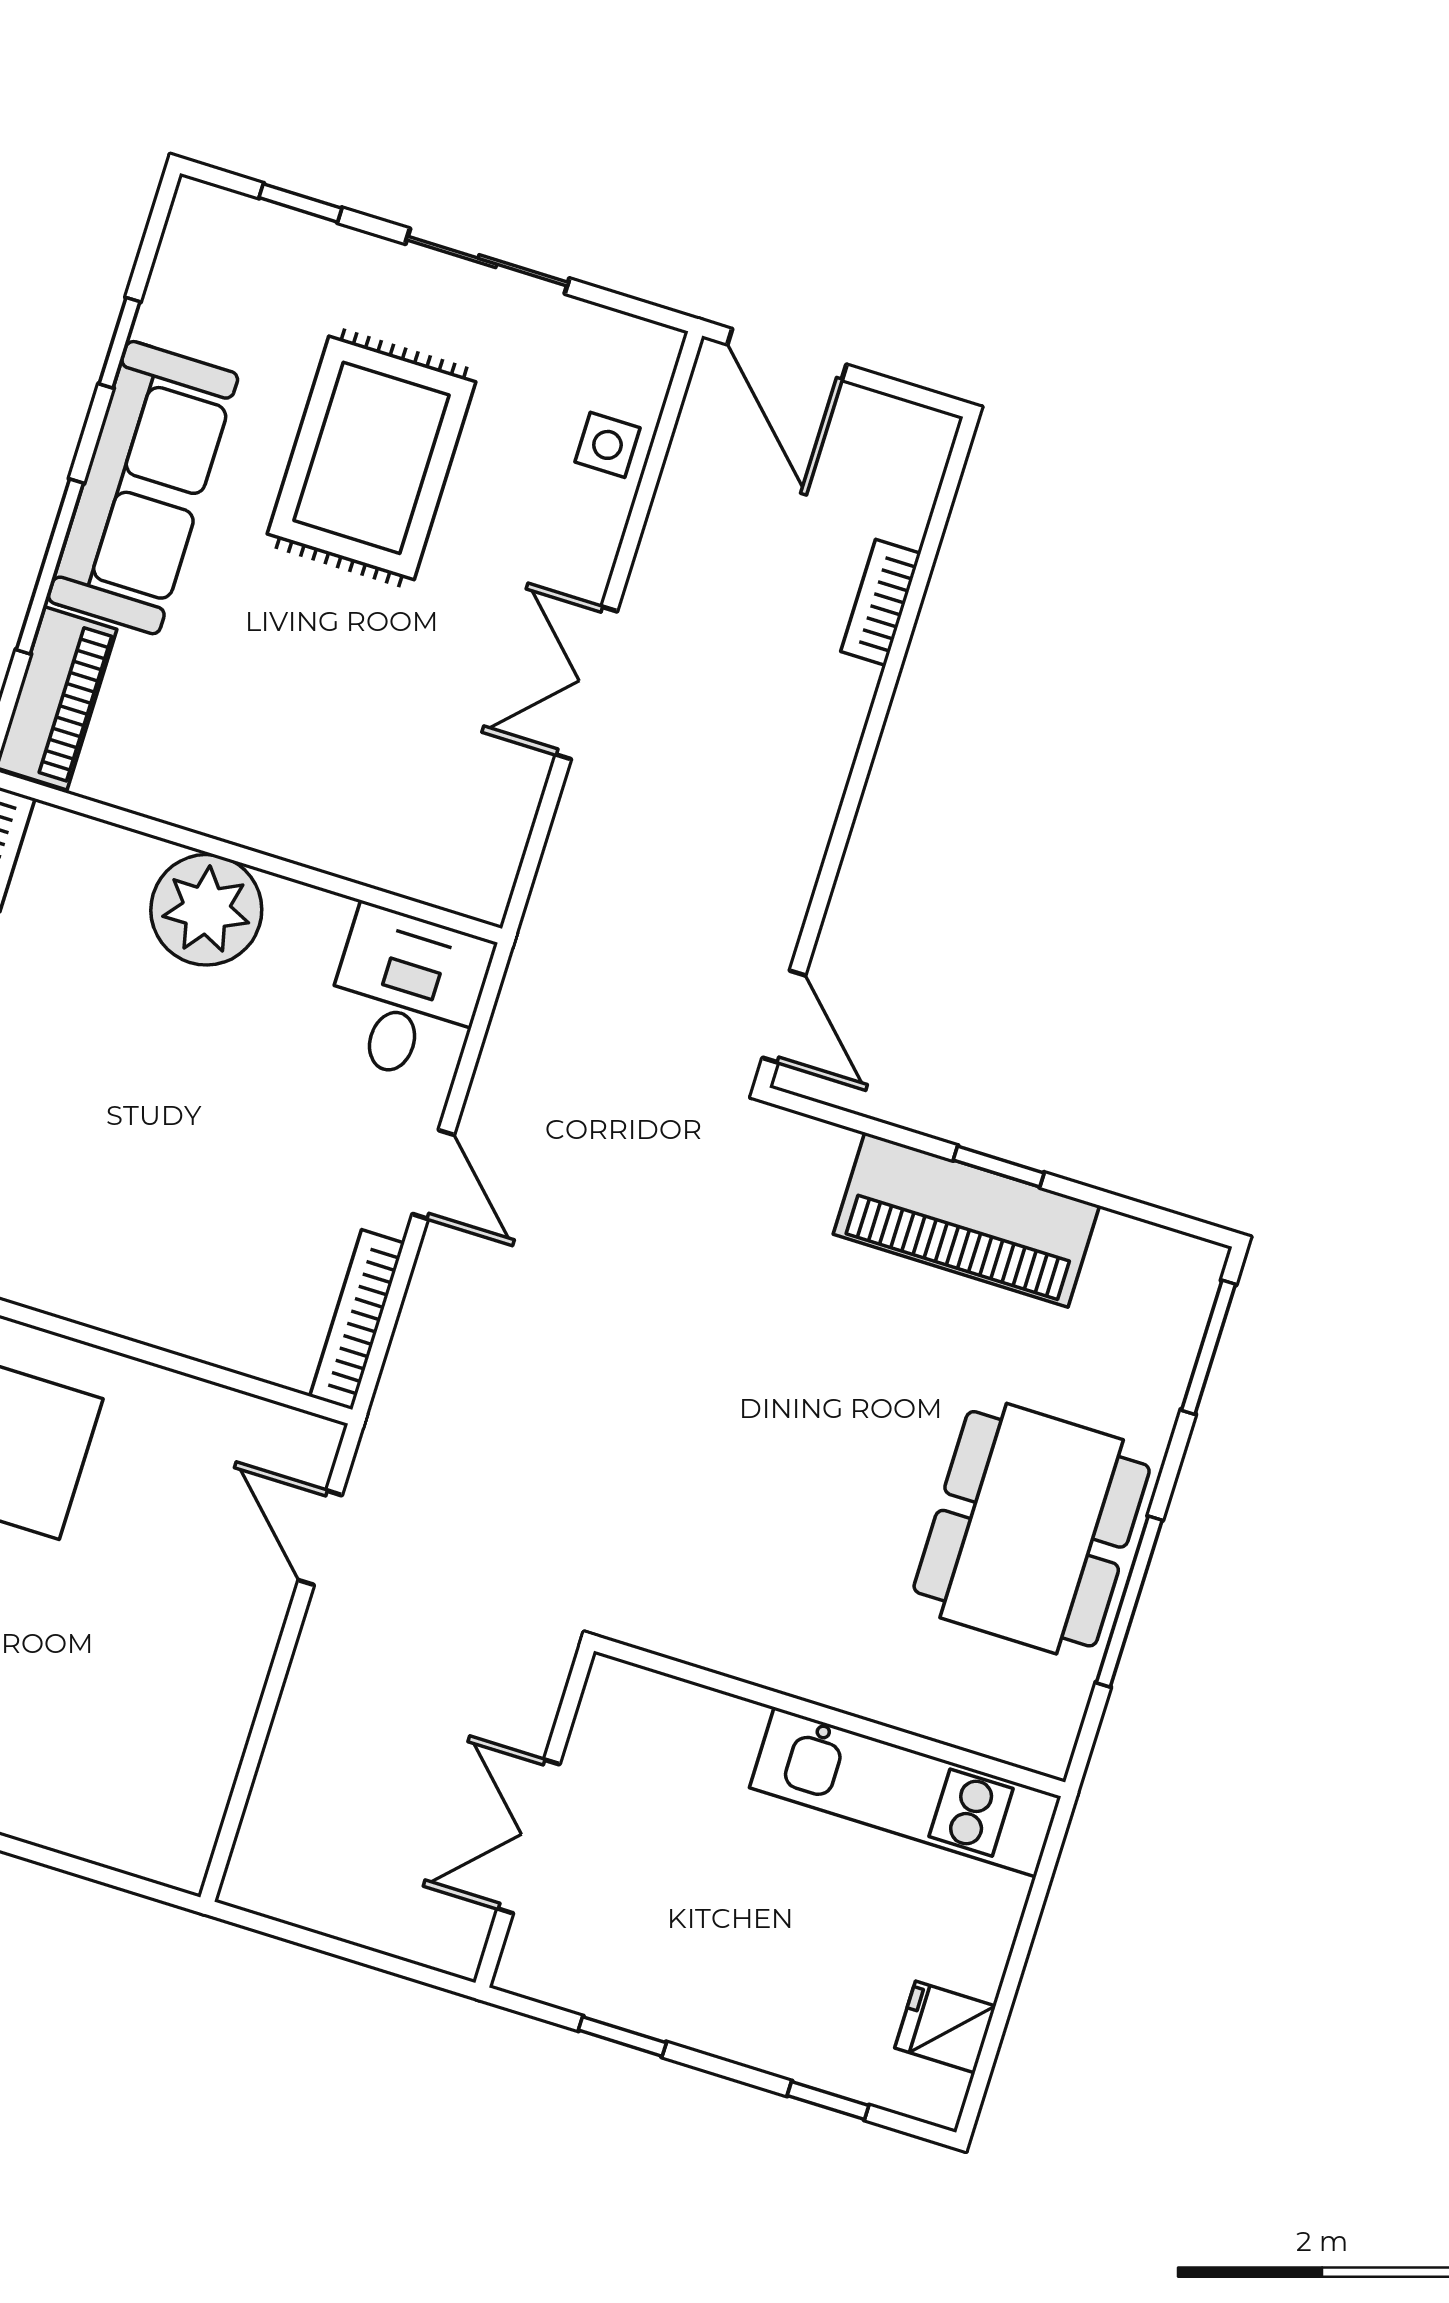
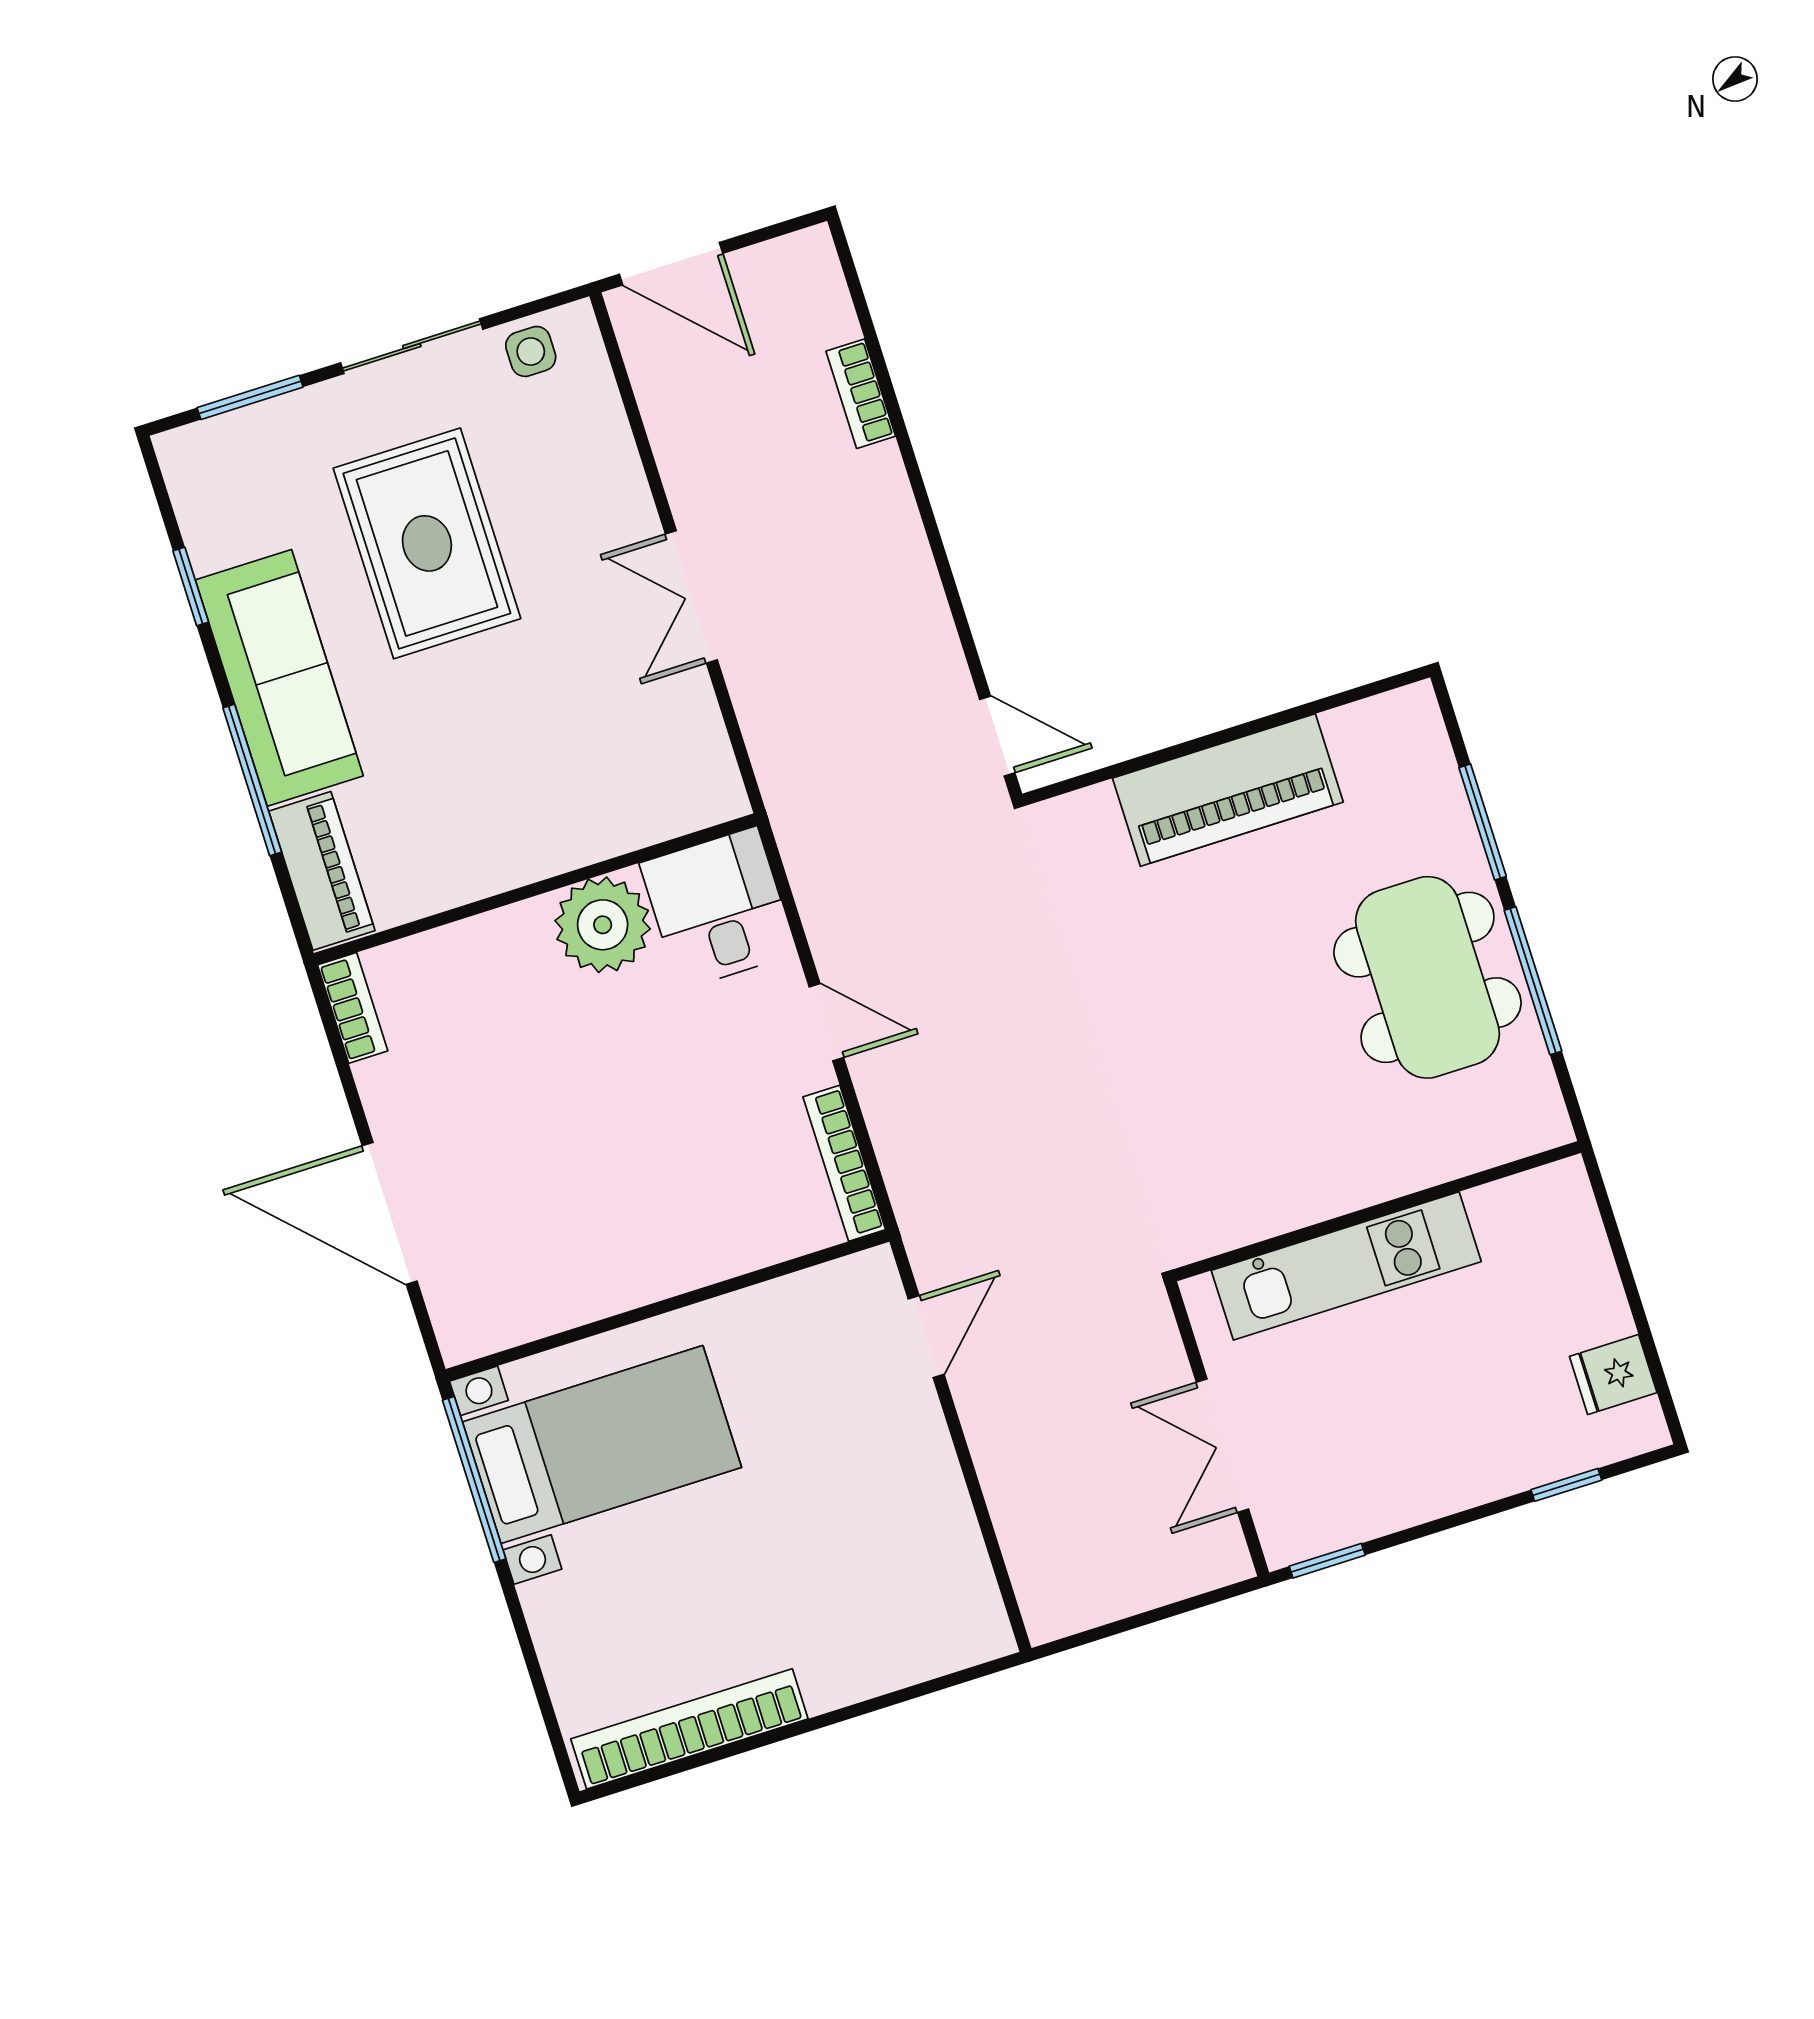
window: (300, 203) -> (250, 397), width x1.50
side table: (607, 445) -> (531, 351), moved
plant: (206, 910) -> (603, 925), moved
window: (999, 1166) -> (1224, 736), removed
window: (1208, 1347) -> (1483, 822), moved
door: (320, 1538) -> (926, 1337), swing flipped
kitchen unit: (905, 1792) -> (1346, 1266), moved
window: (622, 2036) -> (1327, 1561), moved

